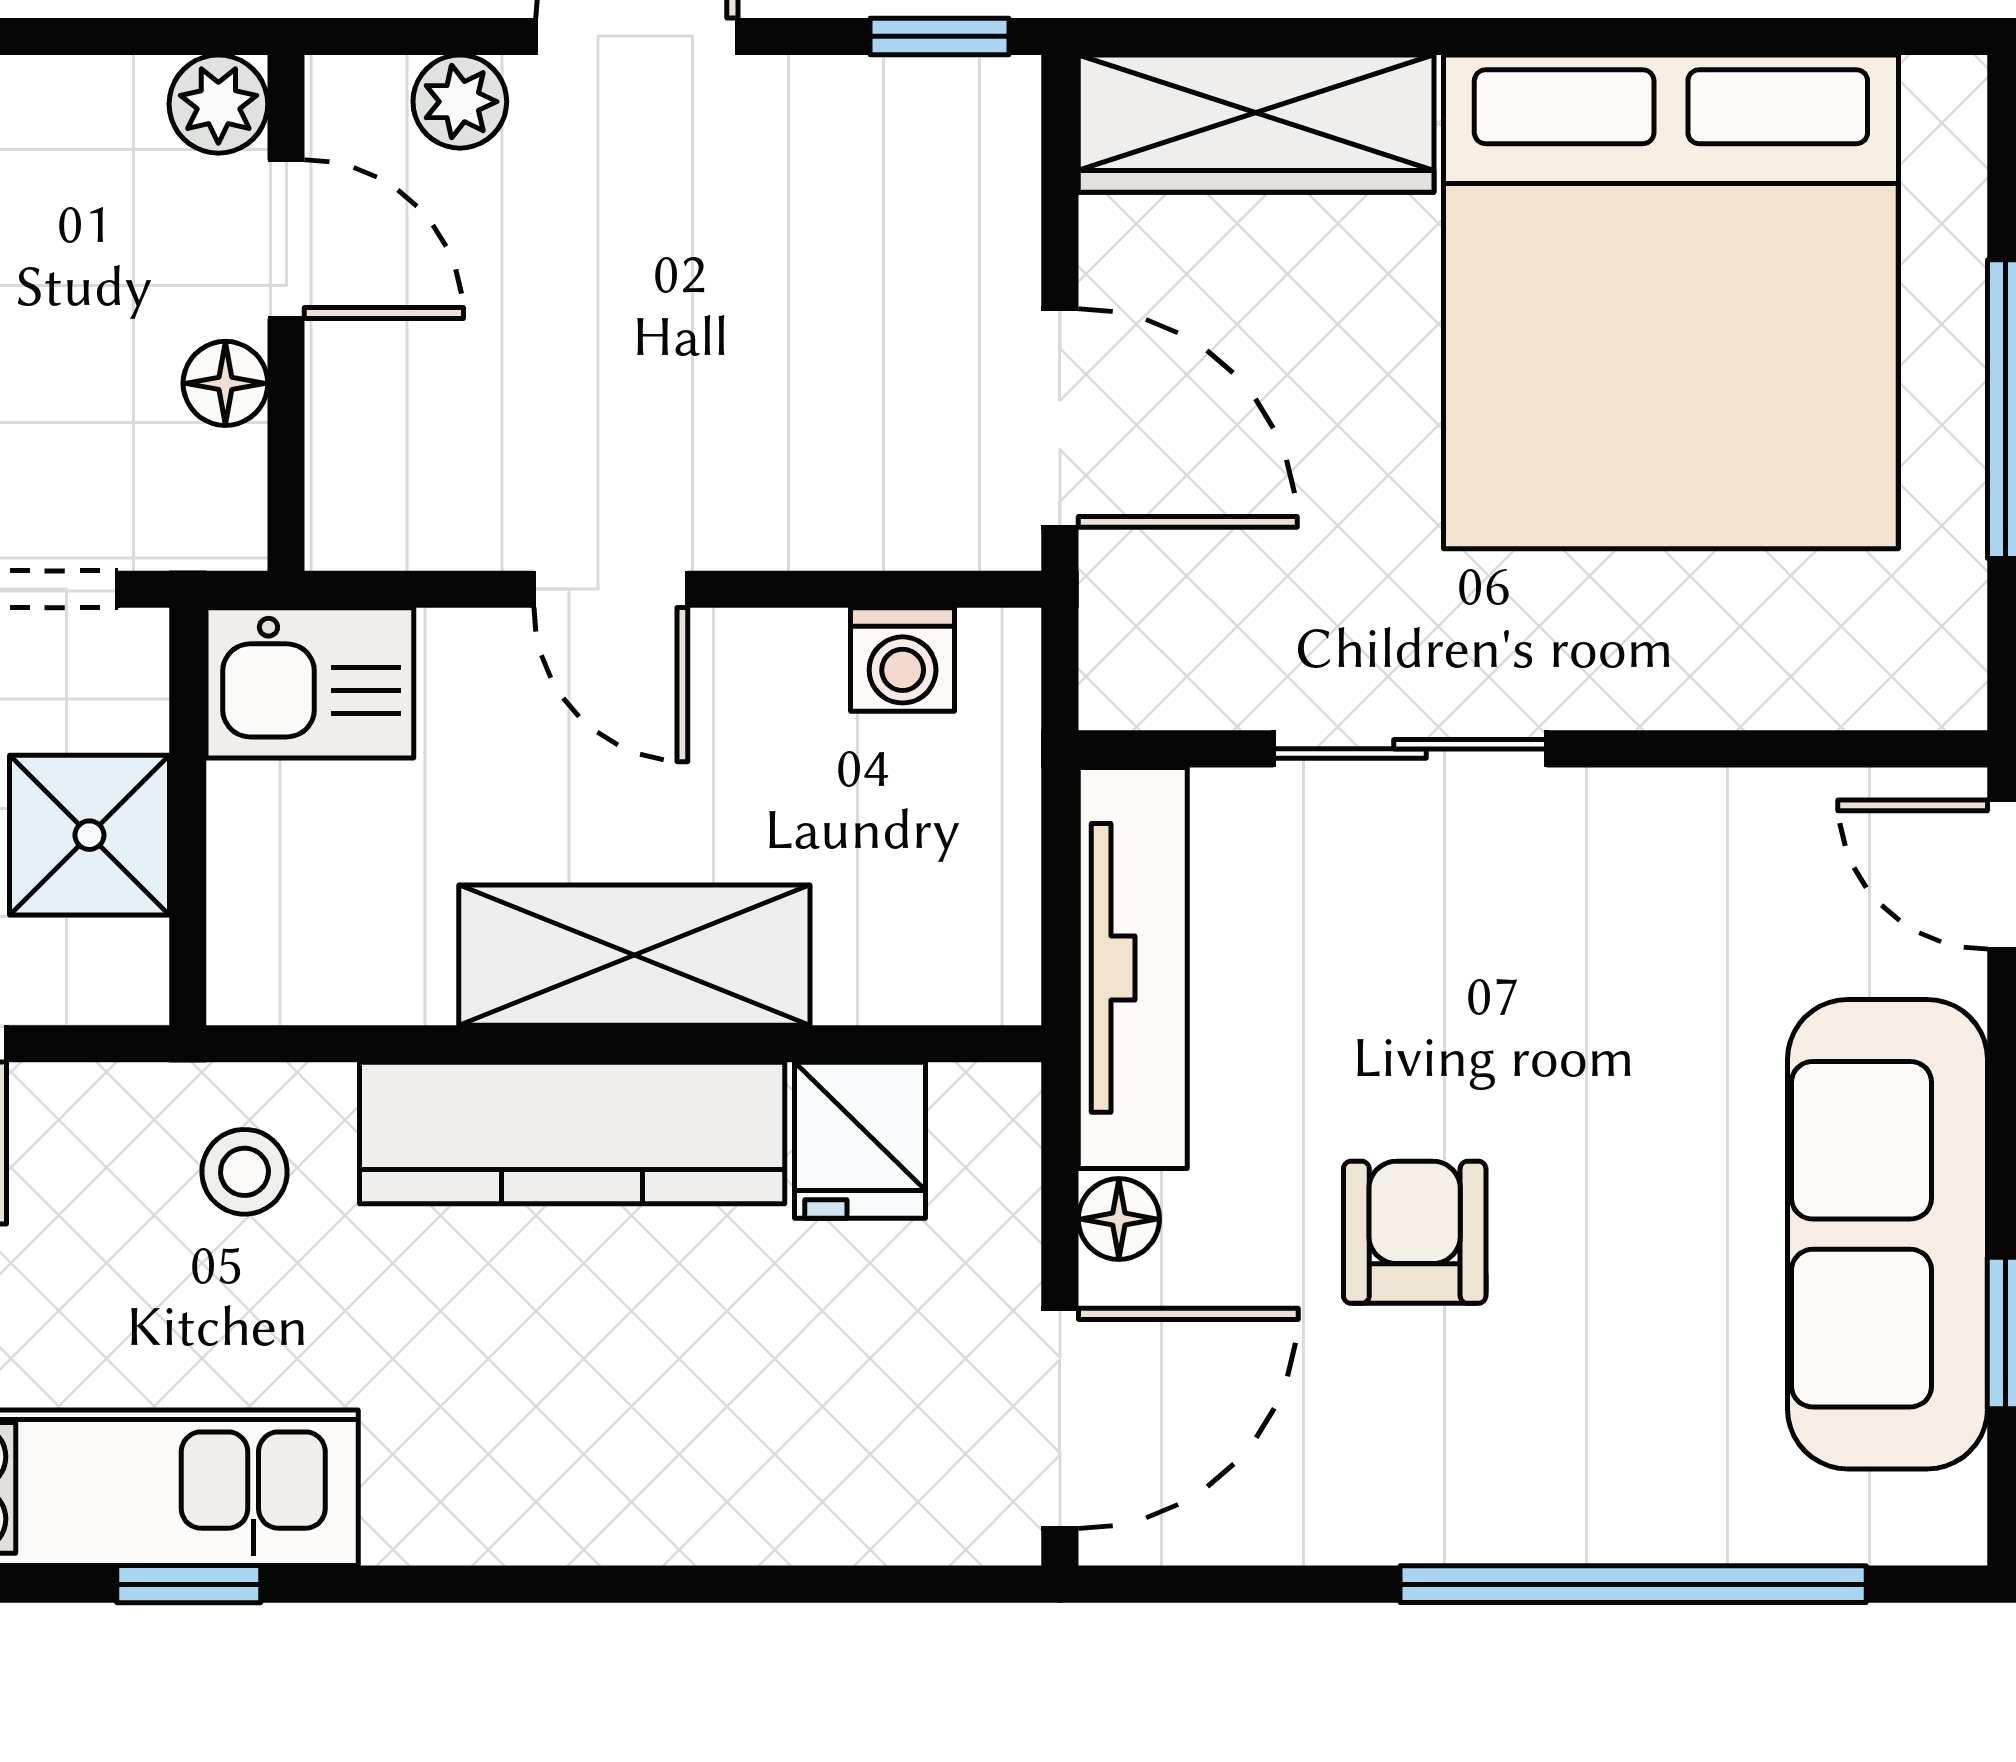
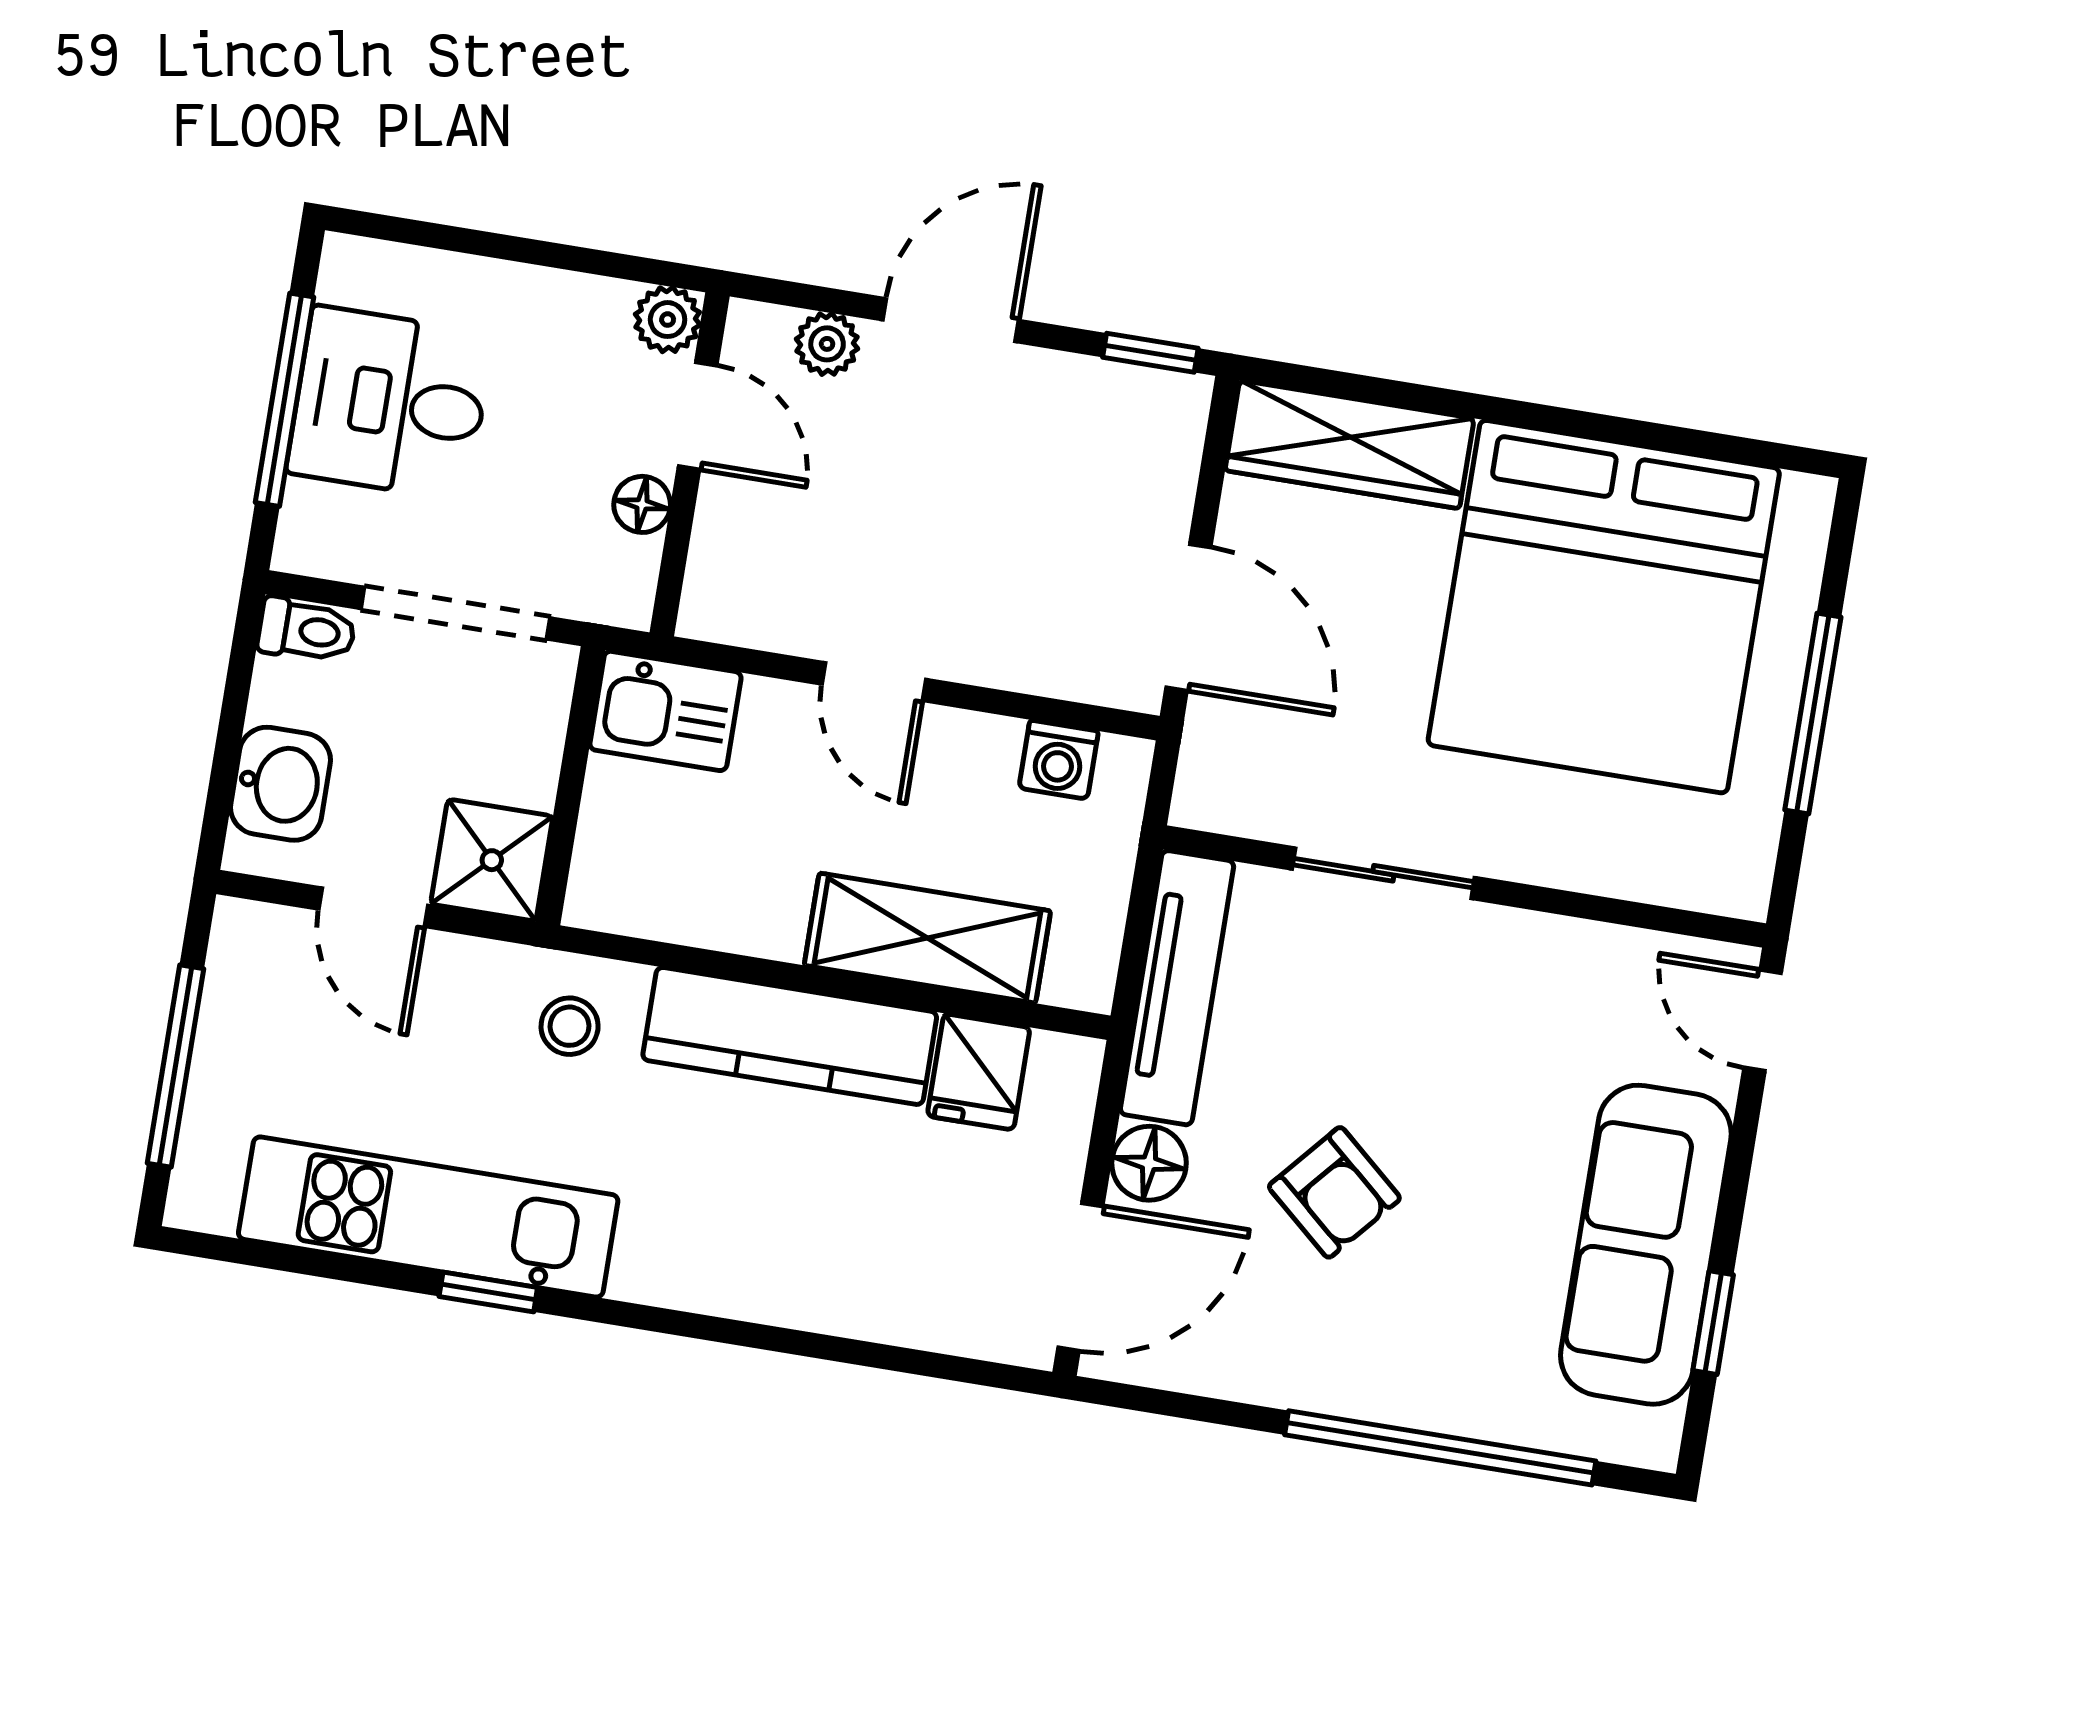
shower: (89, 835) -> (492, 860), moved
shelving: (634, 955) -> (927, 938), moved
floor lamp: (1119, 1219) -> (1149, 1163), width x1.37, depth x1.37
armchair: (1415, 1232) -> (1334, 1192), turned 131

